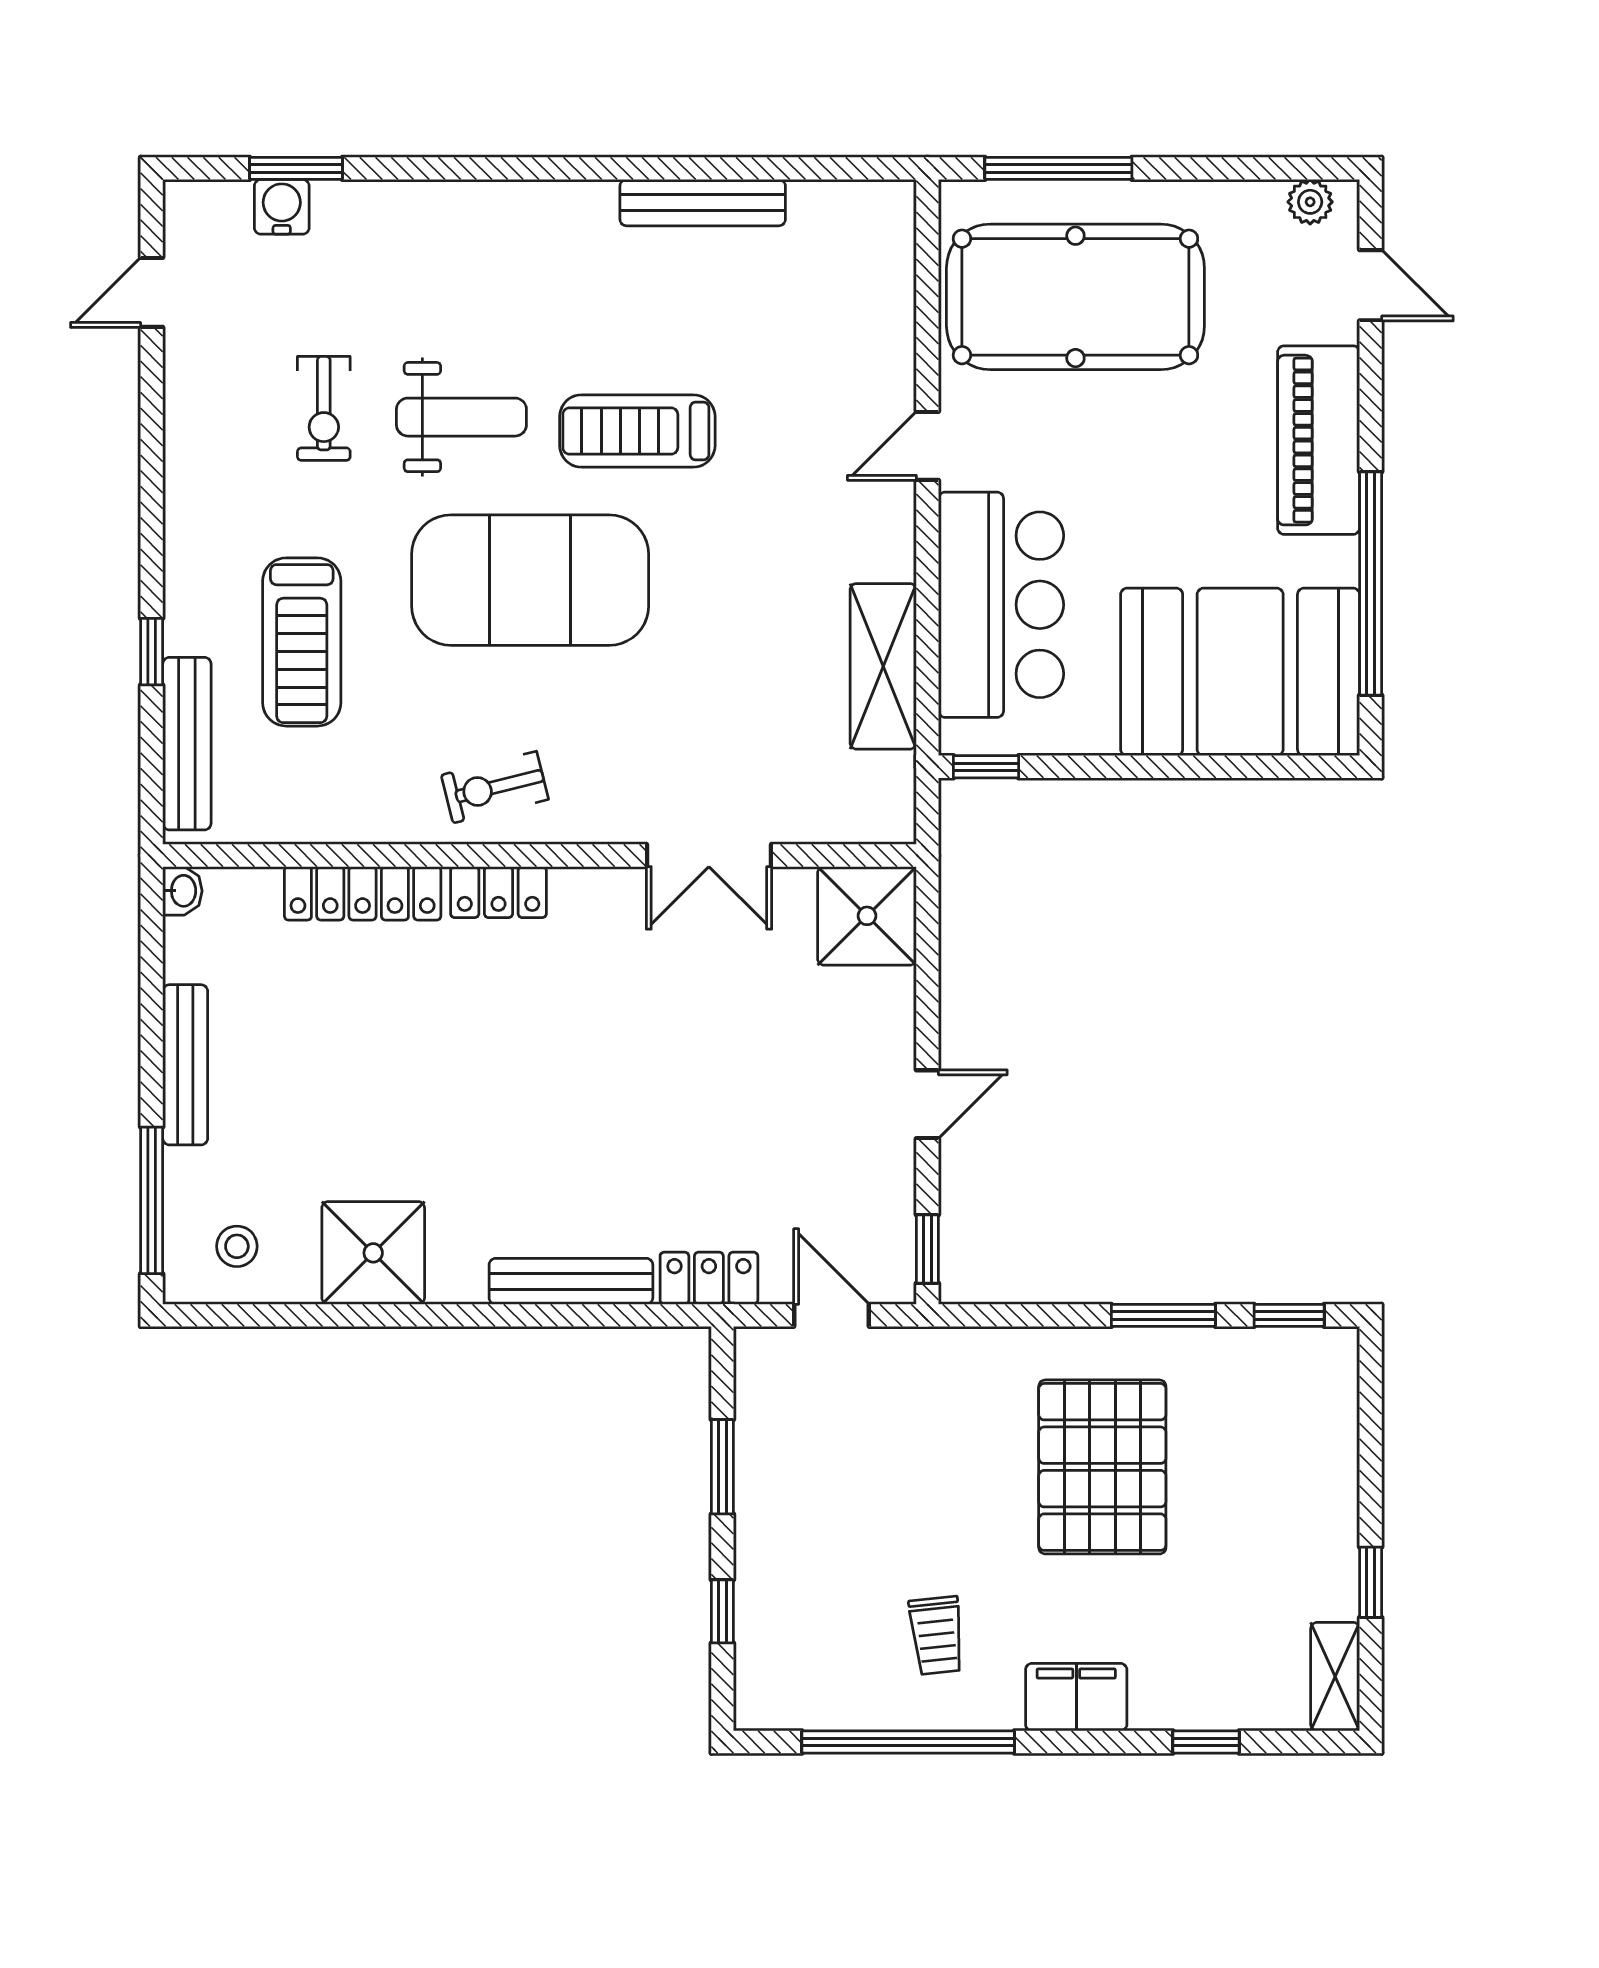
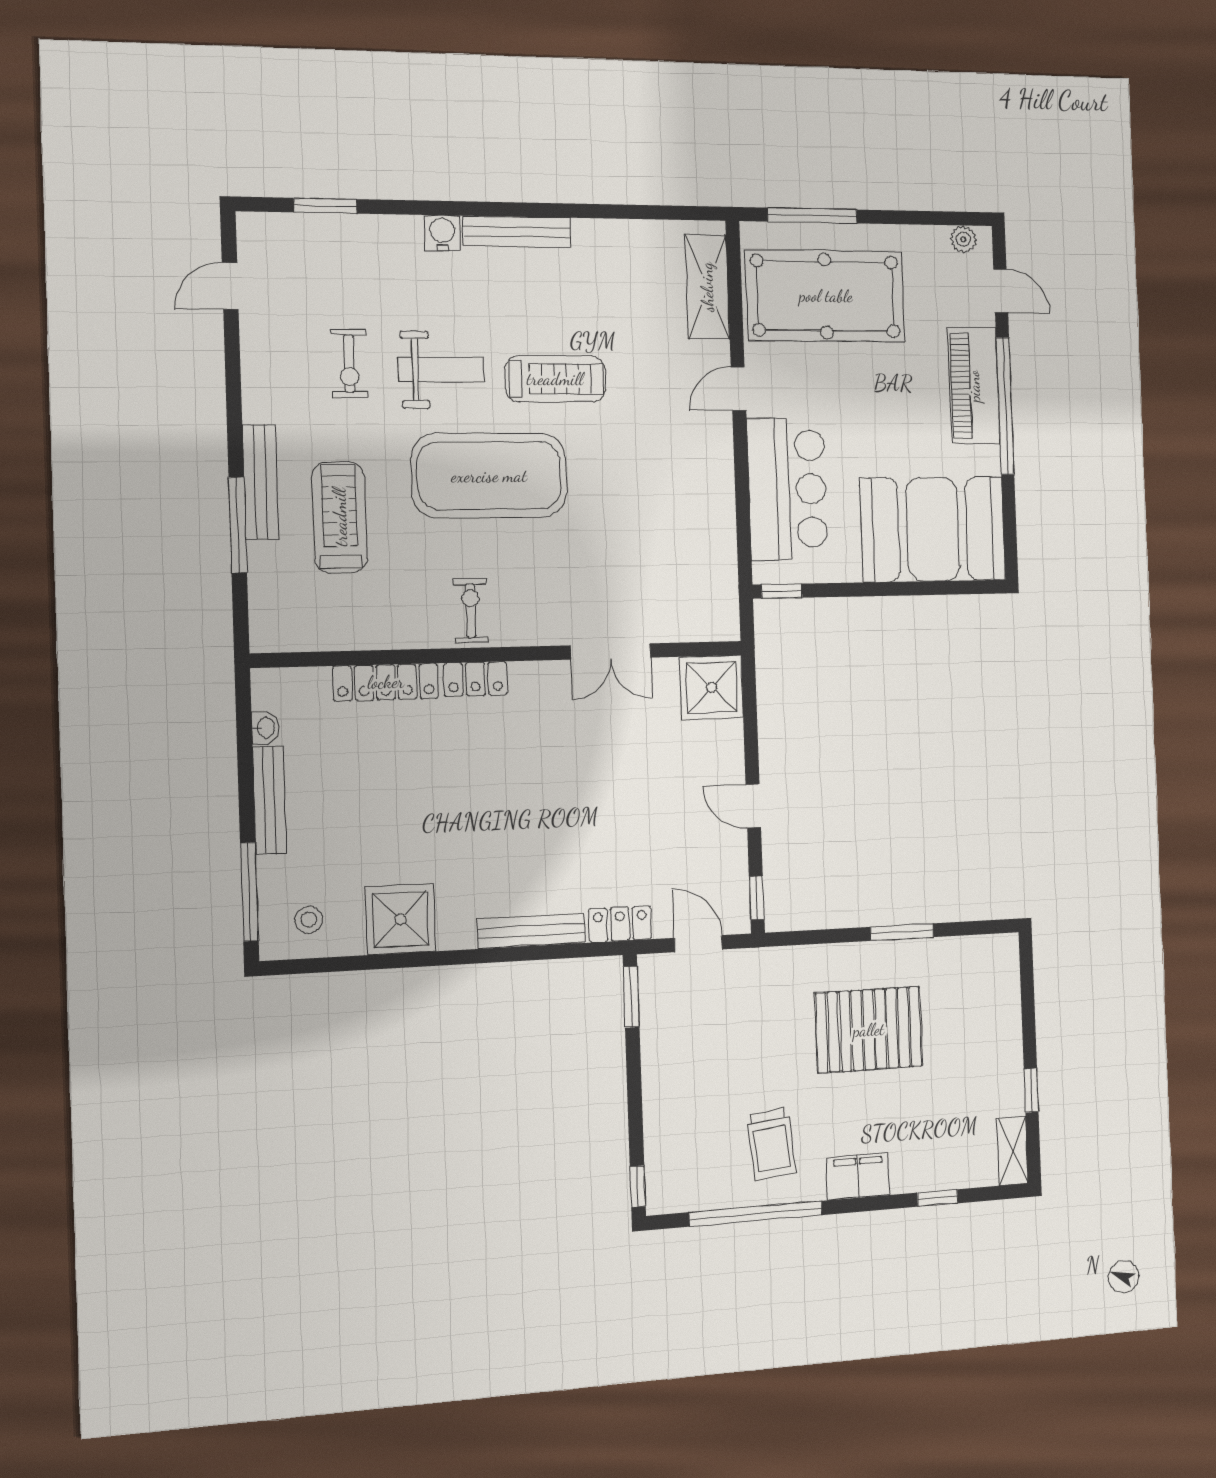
bench: (703, 203) -> (517, 232), moved
water cooler: (282, 207) -> (442, 233), moved
treadmill: (637, 431) -> (555, 379), turned 180
window: (1371, 583) -> (1005, 406), moved
treadmill: (302, 642) -> (340, 517), turned 180
window: (152, 652) -> (238, 525), width x2.17
shelving: (883, 666) -> (707, 287), moved
bench: (187, 744) -> (261, 482), moved
exercise bike: (495, 787) -> (471, 611), turned 104
washbasin: (182, 891) -> (265, 728), moved
door: (927, 1104) -> (753, 806), swing flipped
window: (1289, 1315) -> (977, 928), removed
window: (722, 1467) -> (631, 997), moved
pallet: (1102, 1467) -> (869, 1030), turned 90
window: (722, 1611) -> (638, 1186), moved
trolley: (937, 1635) -> (771, 1144), width x1.36, depth x1.39

